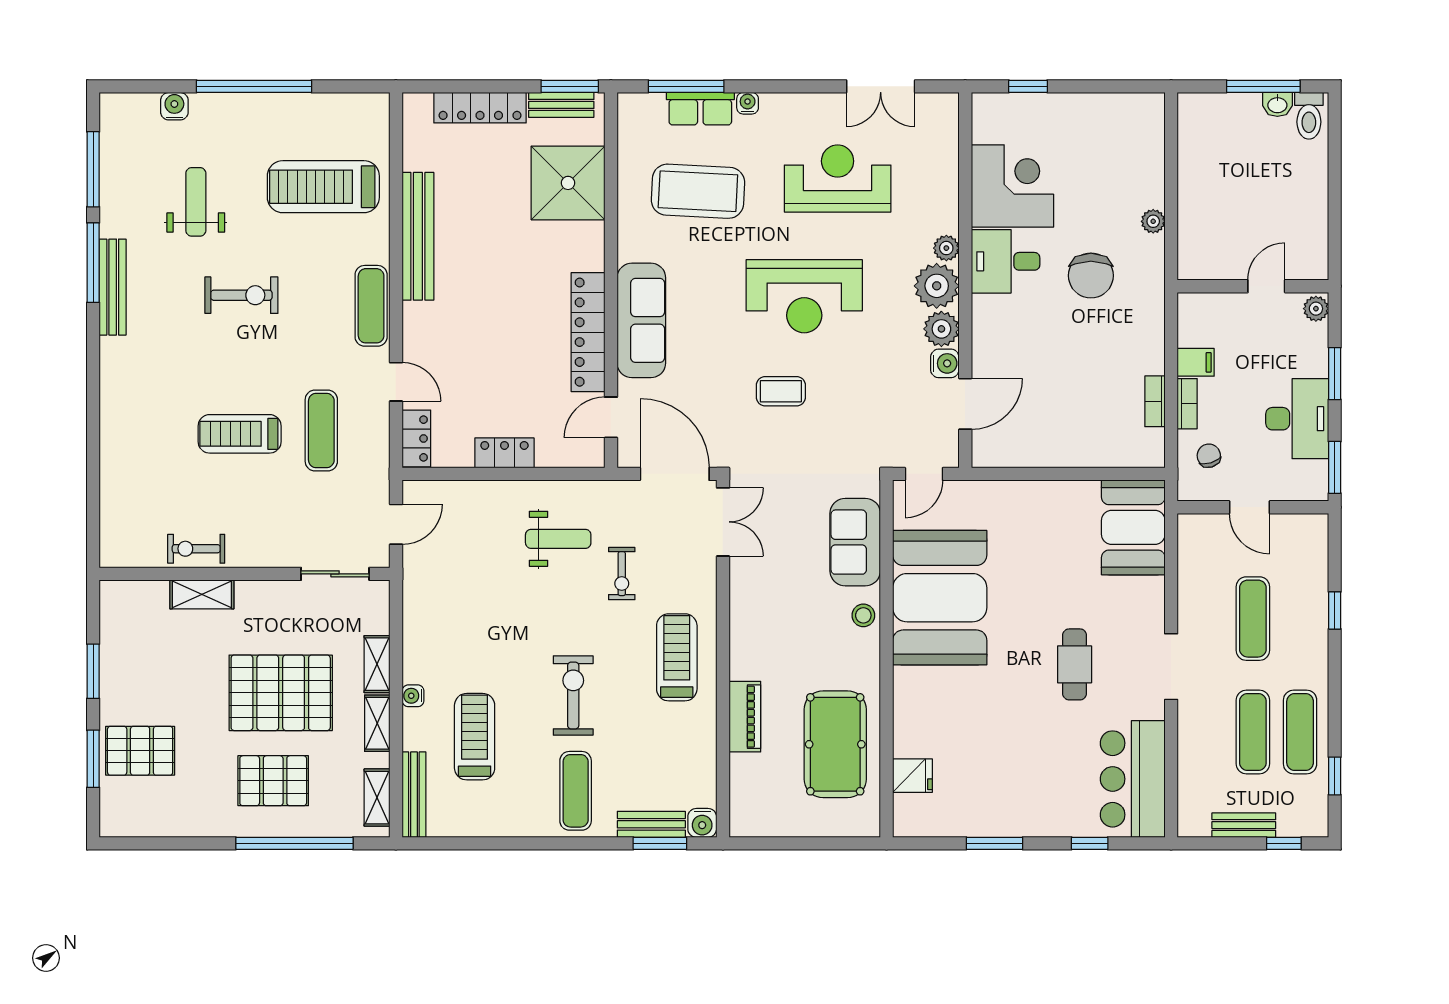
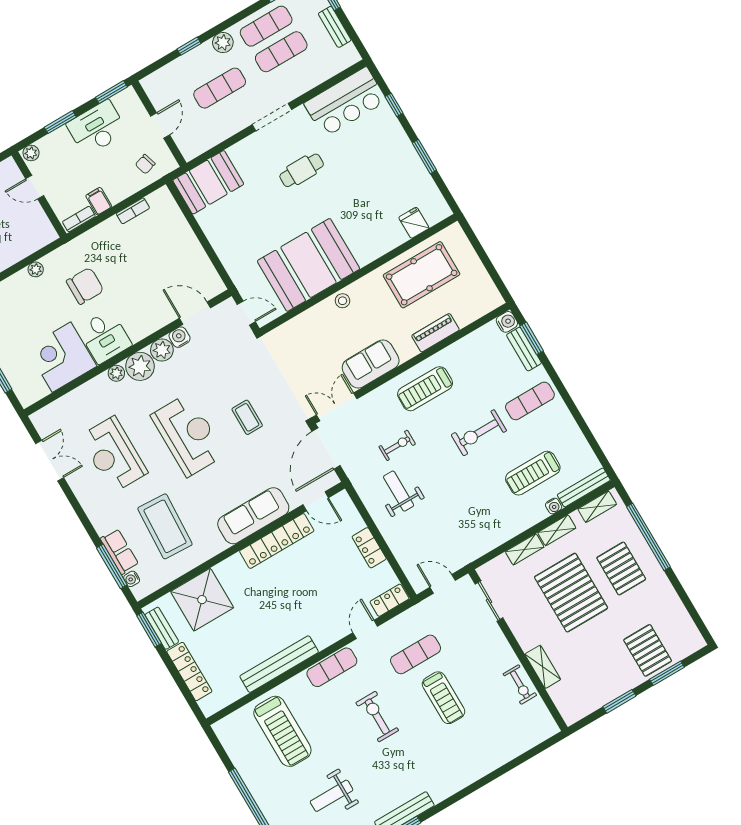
water cooler: (748, 103) -> (132, 579), moved
exercise bike: (241, 295) -> (377, 717), moved
bookcase: (1187, 404) -> (79, 219), moved
sofa: (855, 542) -> (371, 364), moved, turned 180
plant: (1312, 660) -> (223, 43), added
water cooler: (413, 696) -> (554, 506), moved

